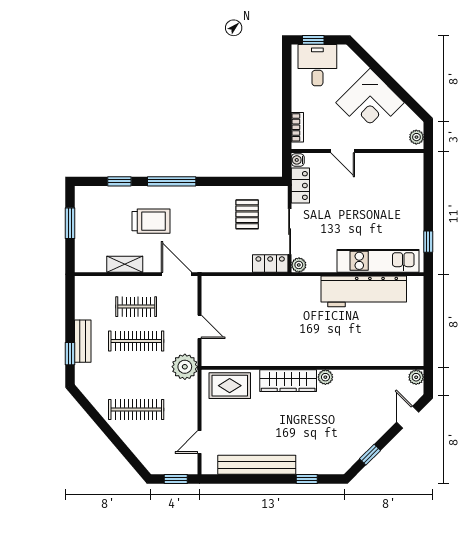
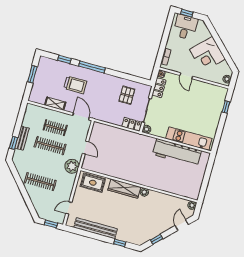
window: (428, 242) -> (226, 107), moved

